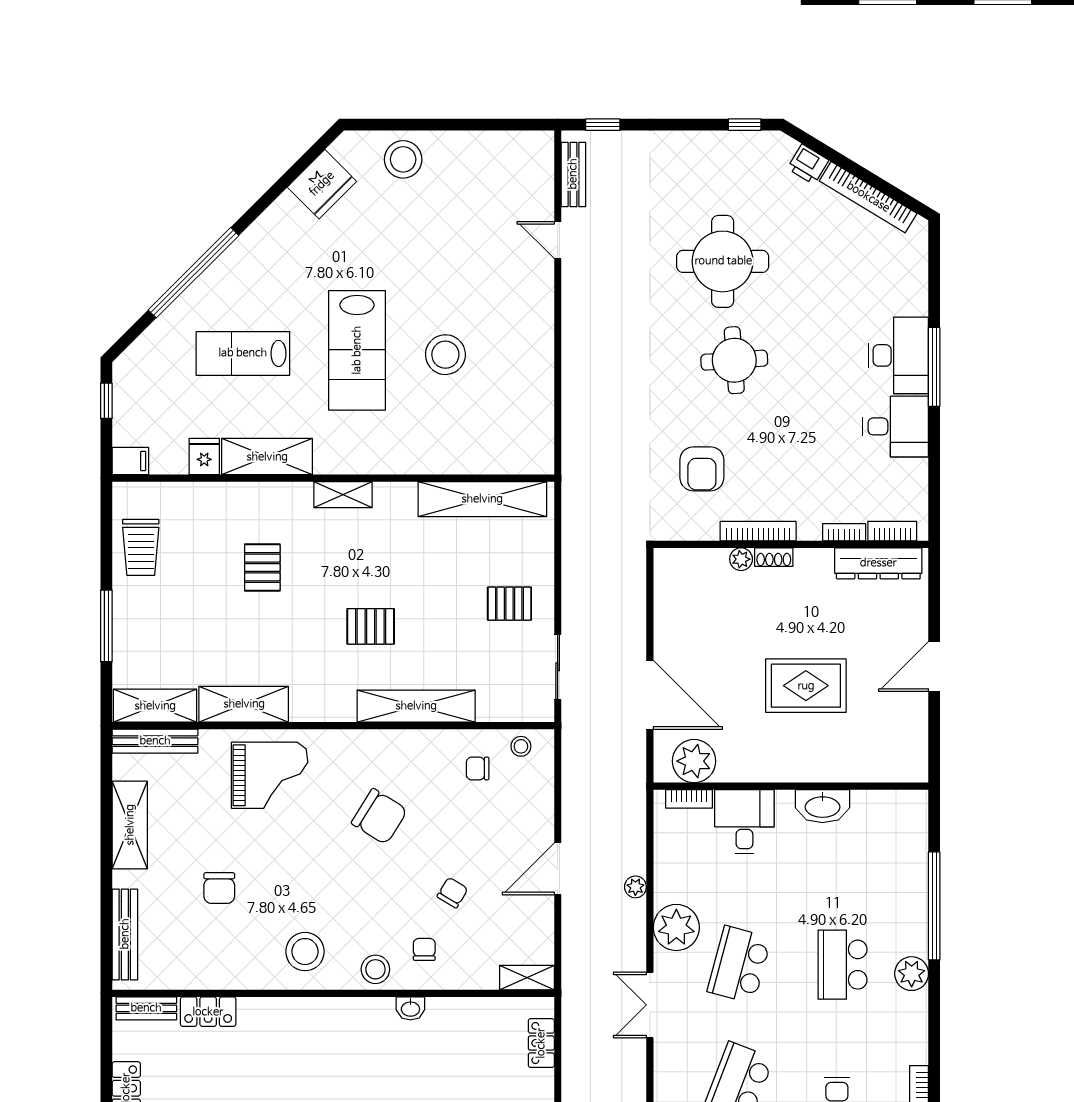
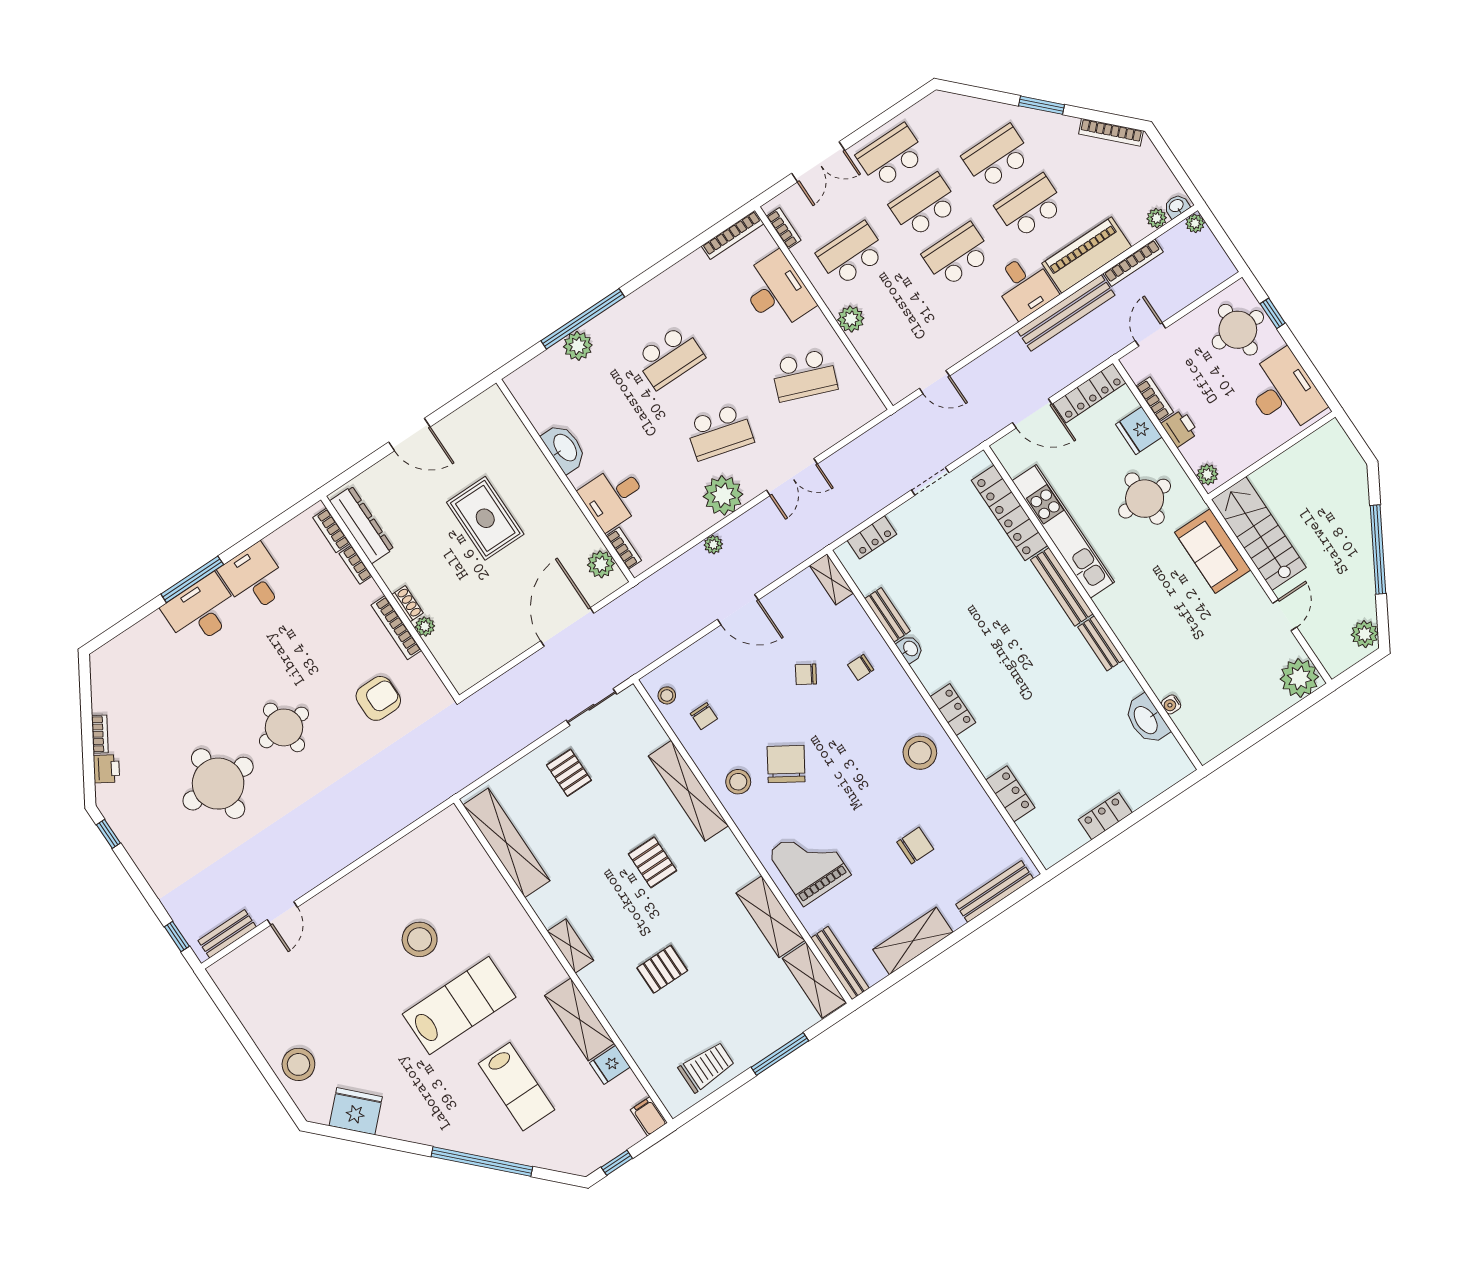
bookcase: (868, 197) -> (100, 734), width x0.43, depth x0.76
plant: (694, 761) -> (601, 564), width x0.73, depth x0.73
stool: (375, 969) -> (738, 782), moved
plant: (912, 974) -> (578, 346), moved
bench: (146, 1008) -> (887, 615), moved
locker: (325, 1011) -> (953, 710), added

